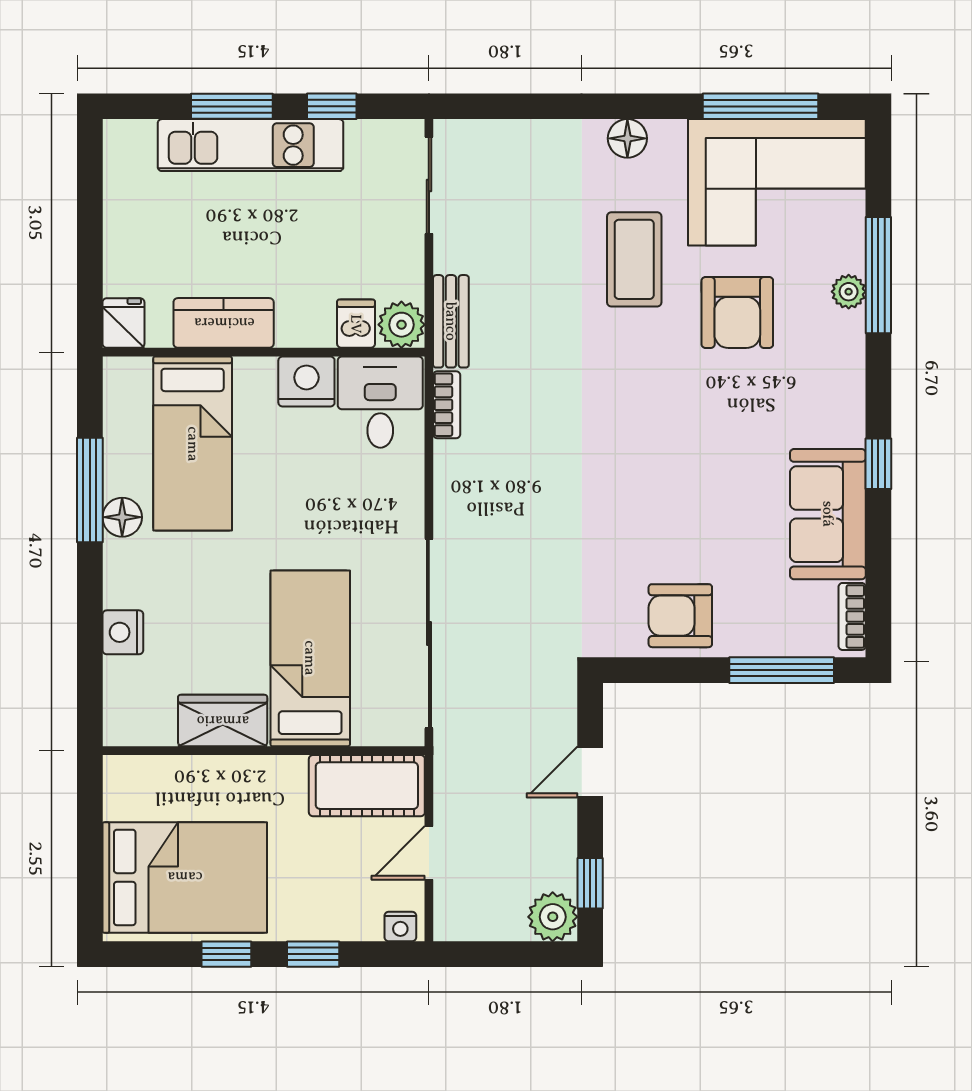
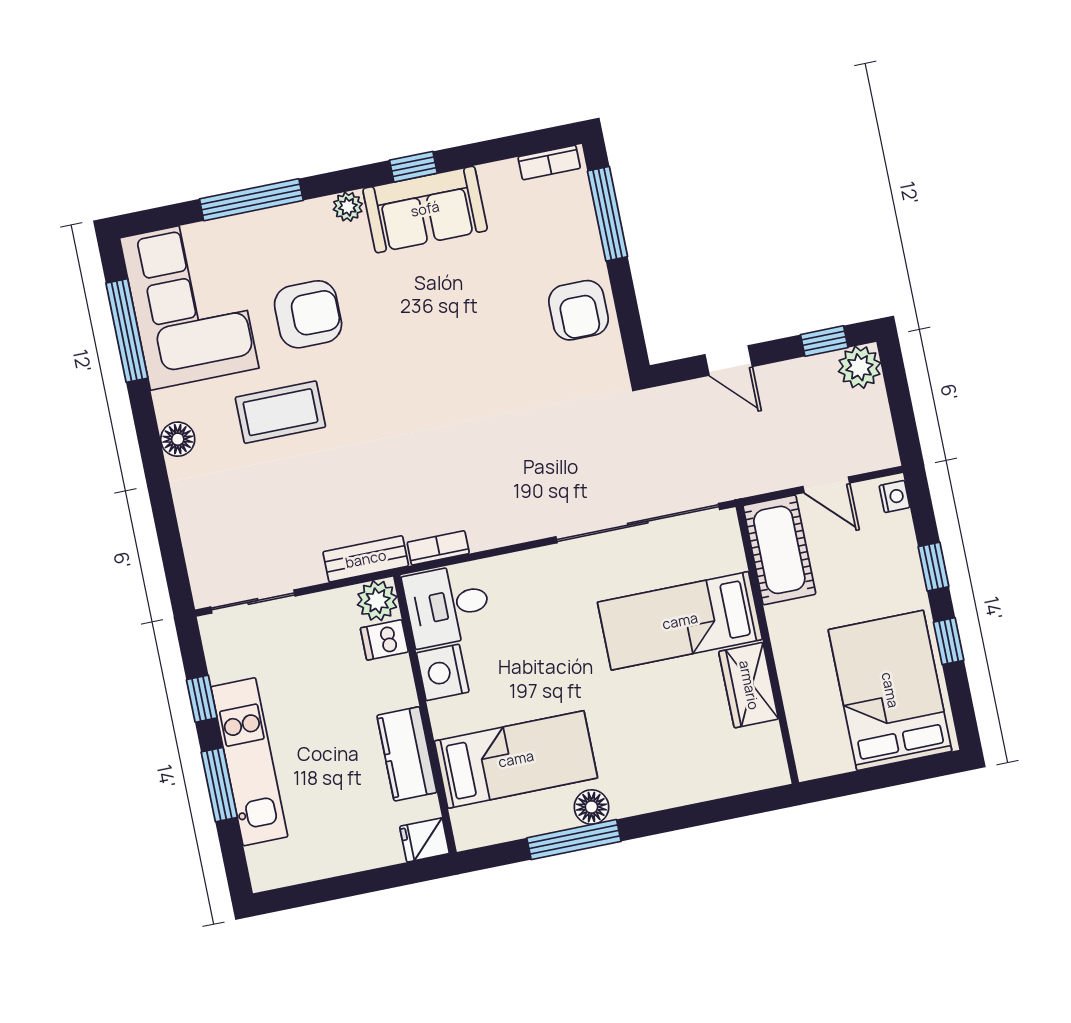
plant: (849, 292) -> (348, 207), moved
sofa: (828, 514) -> (425, 209), moved
nightstand: (123, 632) -> (690, 786), removed

